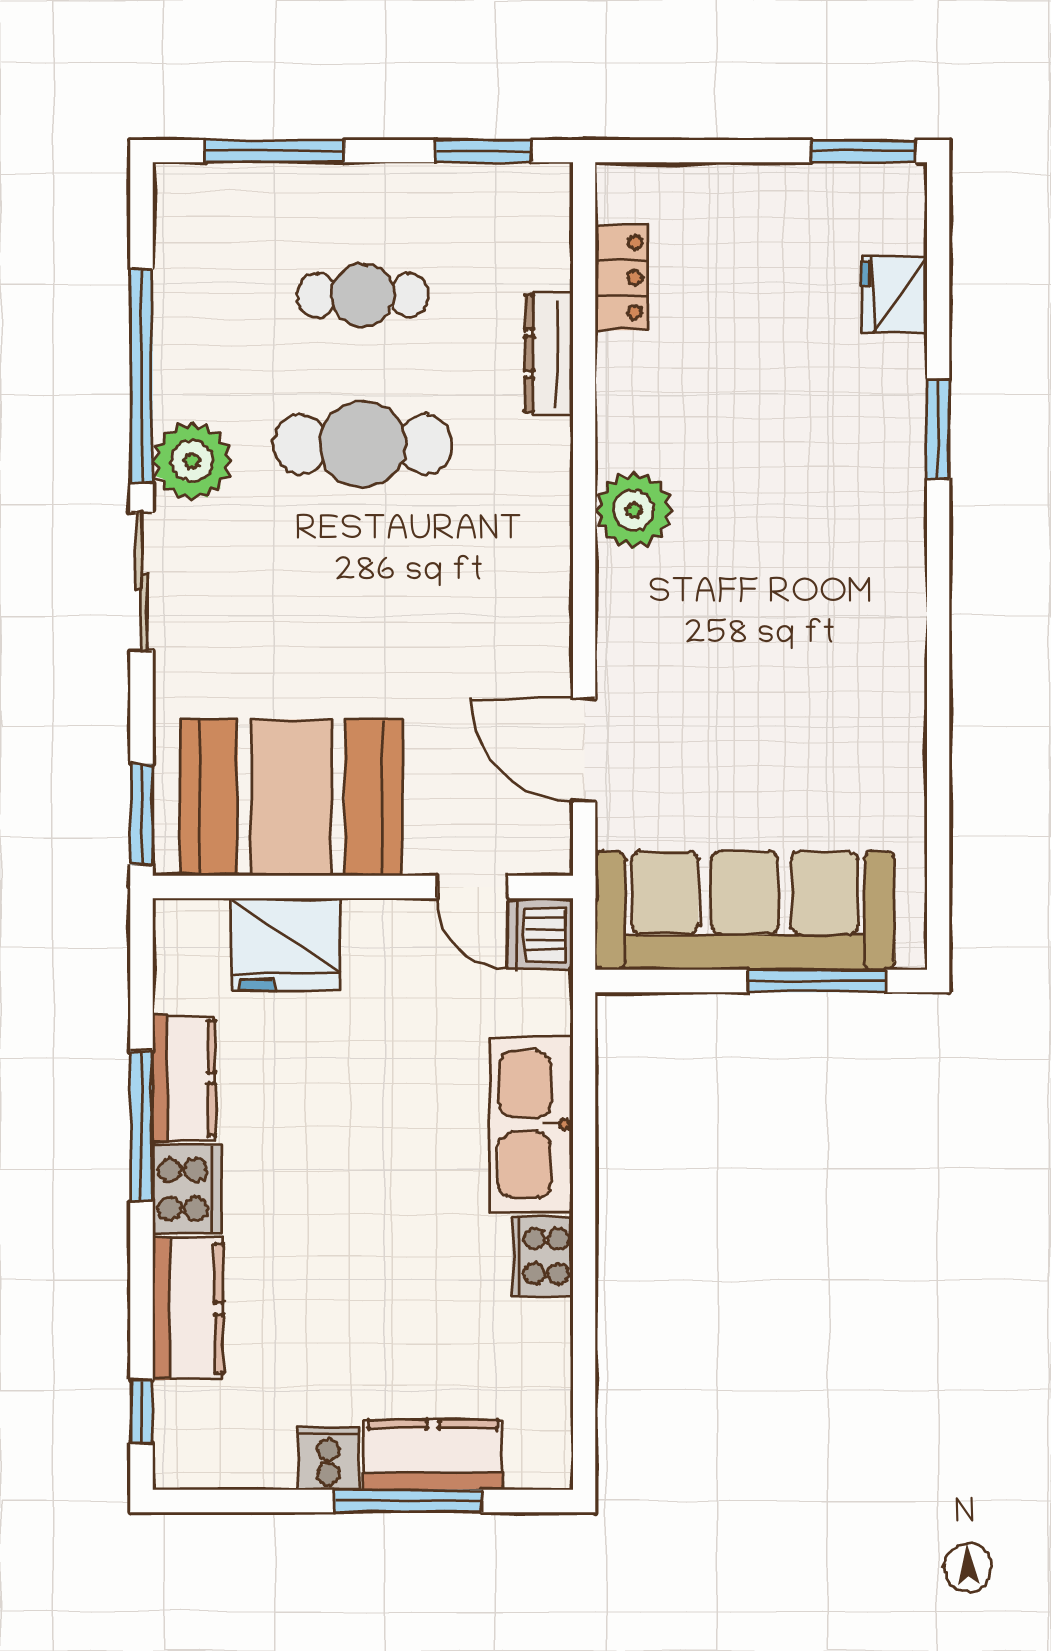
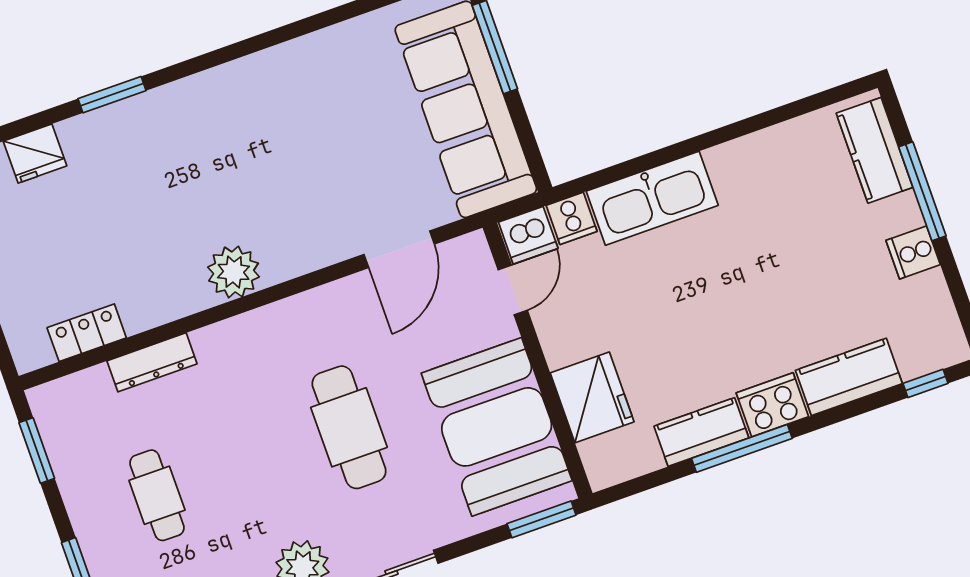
cafe table: (363, 444) -> (349, 427), moved
cooker: (542, 1256) -> (572, 218), moved, width x0.73
kitchen counter: (433, 1455) -> (875, 150), moved

